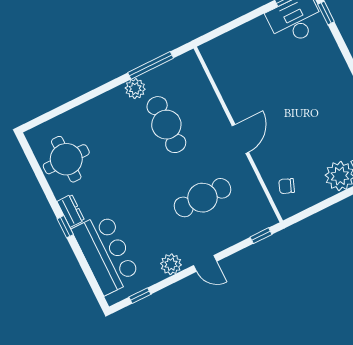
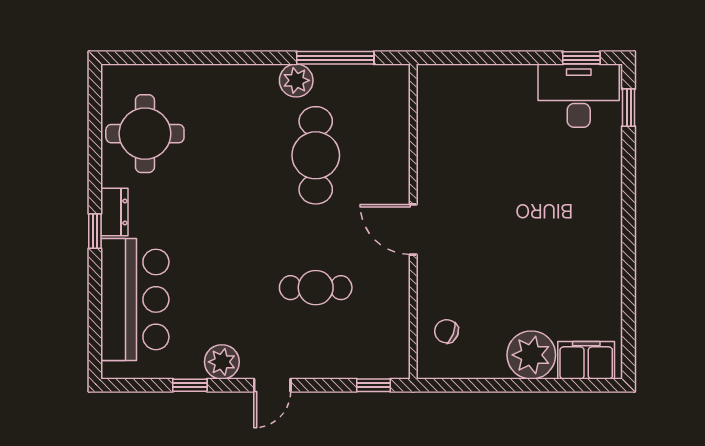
door: (240, 139) -> (413, 230), swing flipped
cafe table: (202, 198) -> (316, 288), width x0.73, depth x0.74
door: (205, 263) -> (272, 385), hinge flipped
window: (140, 296) -> (190, 385), moved

